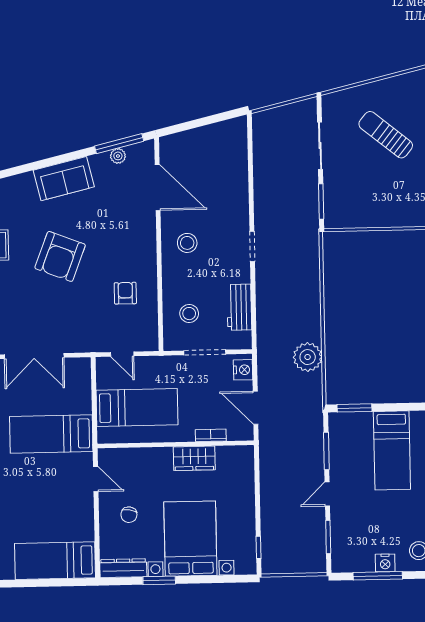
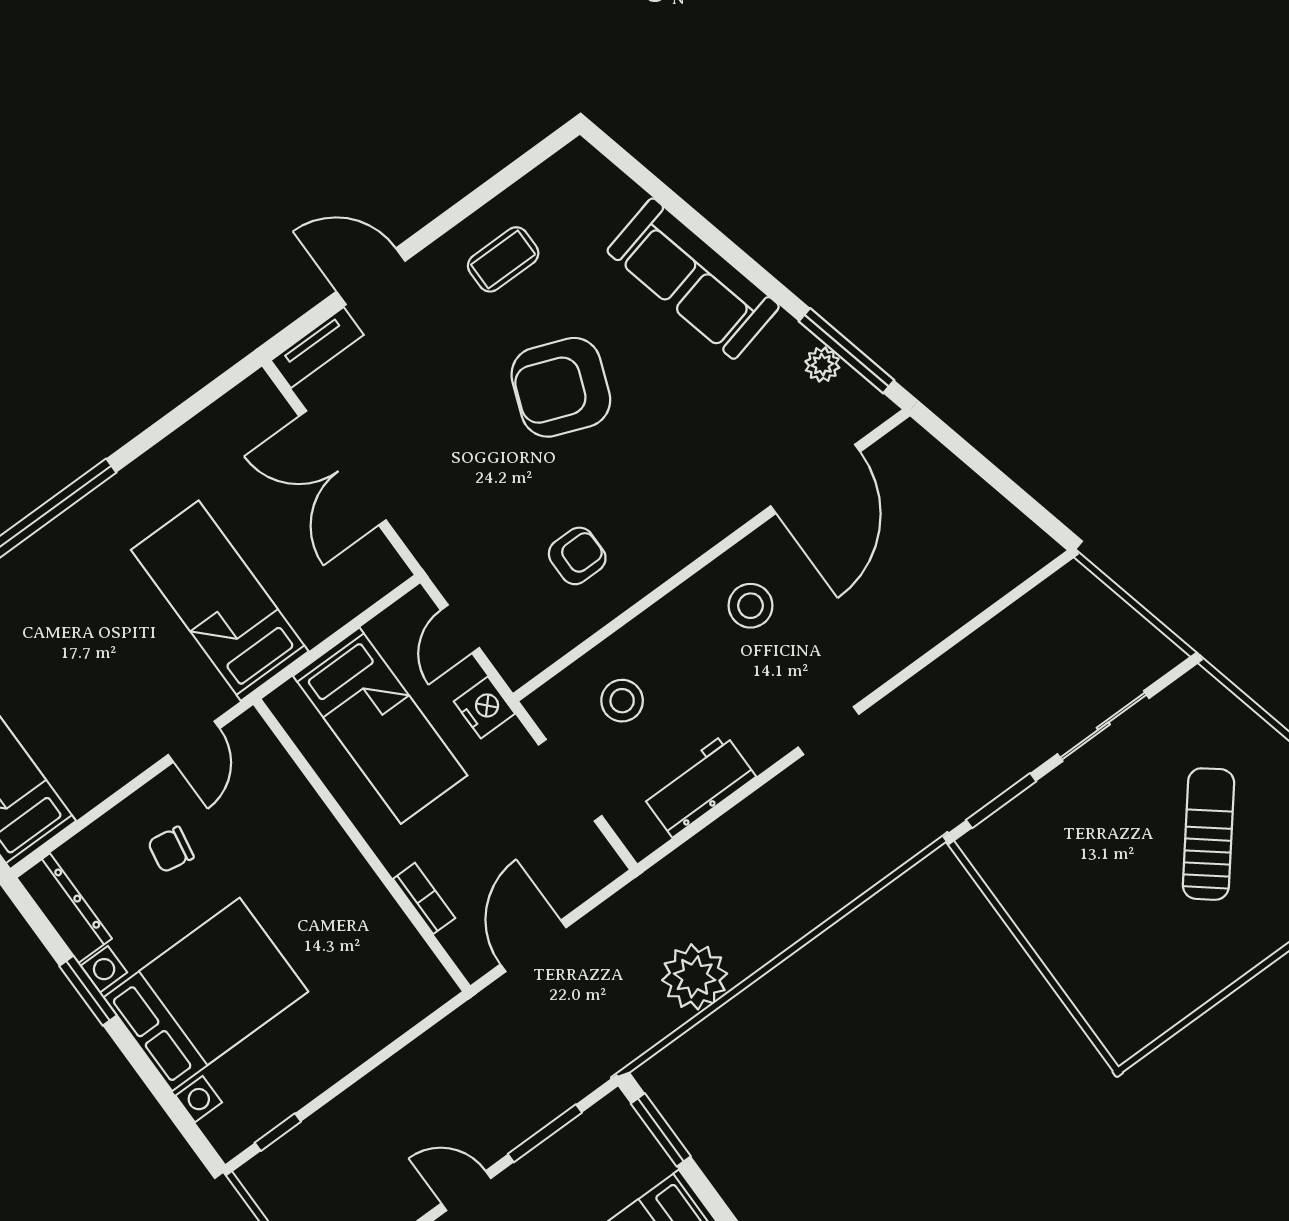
sofa: (64, 179) -> (693, 279), width x1.36
nightstand: (243, 370) -> (484, 707), moved, turned -90
wardrobe: (194, 458) -> (360, 897), removed

